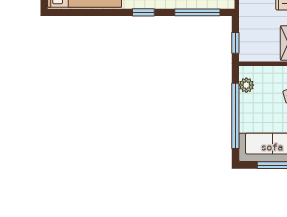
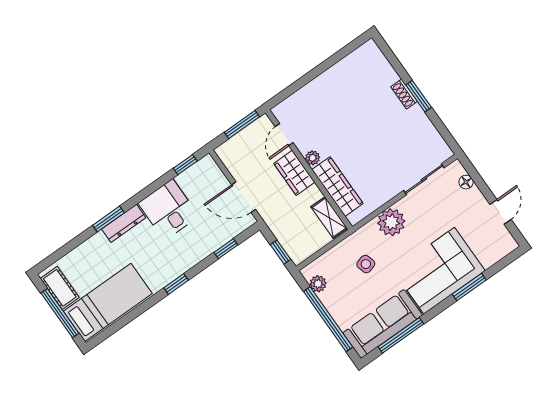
window: (197, 12) -> (226, 249), width x0.46

